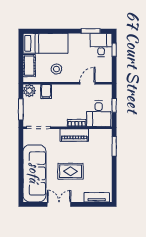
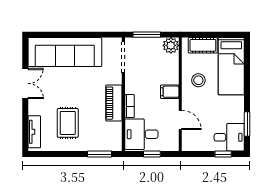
filing cabinet: (46, 91) -> (170, 92), moved
rug: (71, 171) -> (68, 123), moved

